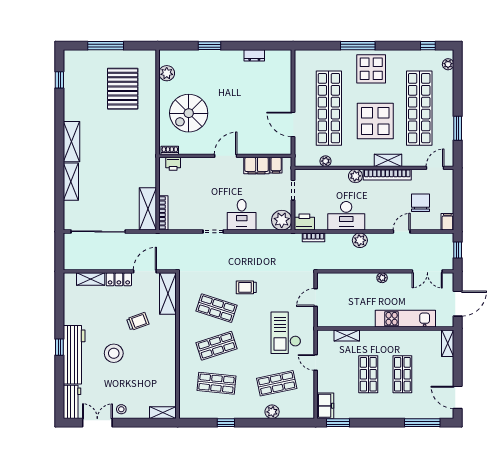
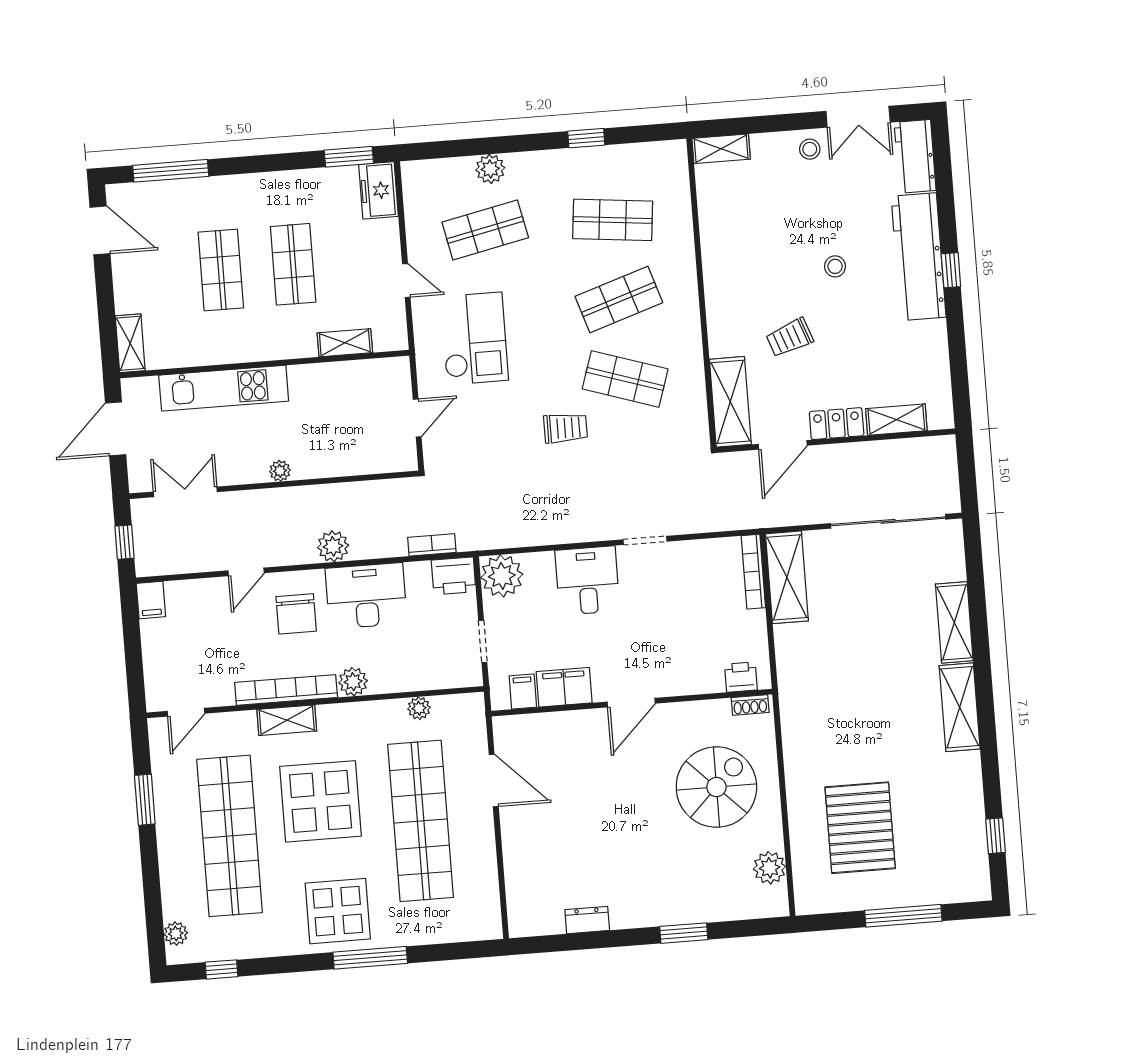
chair: (420, 203) -> (296, 614), moved
stool: (114, 353) -> (835, 266), width x0.53, depth x0.53

